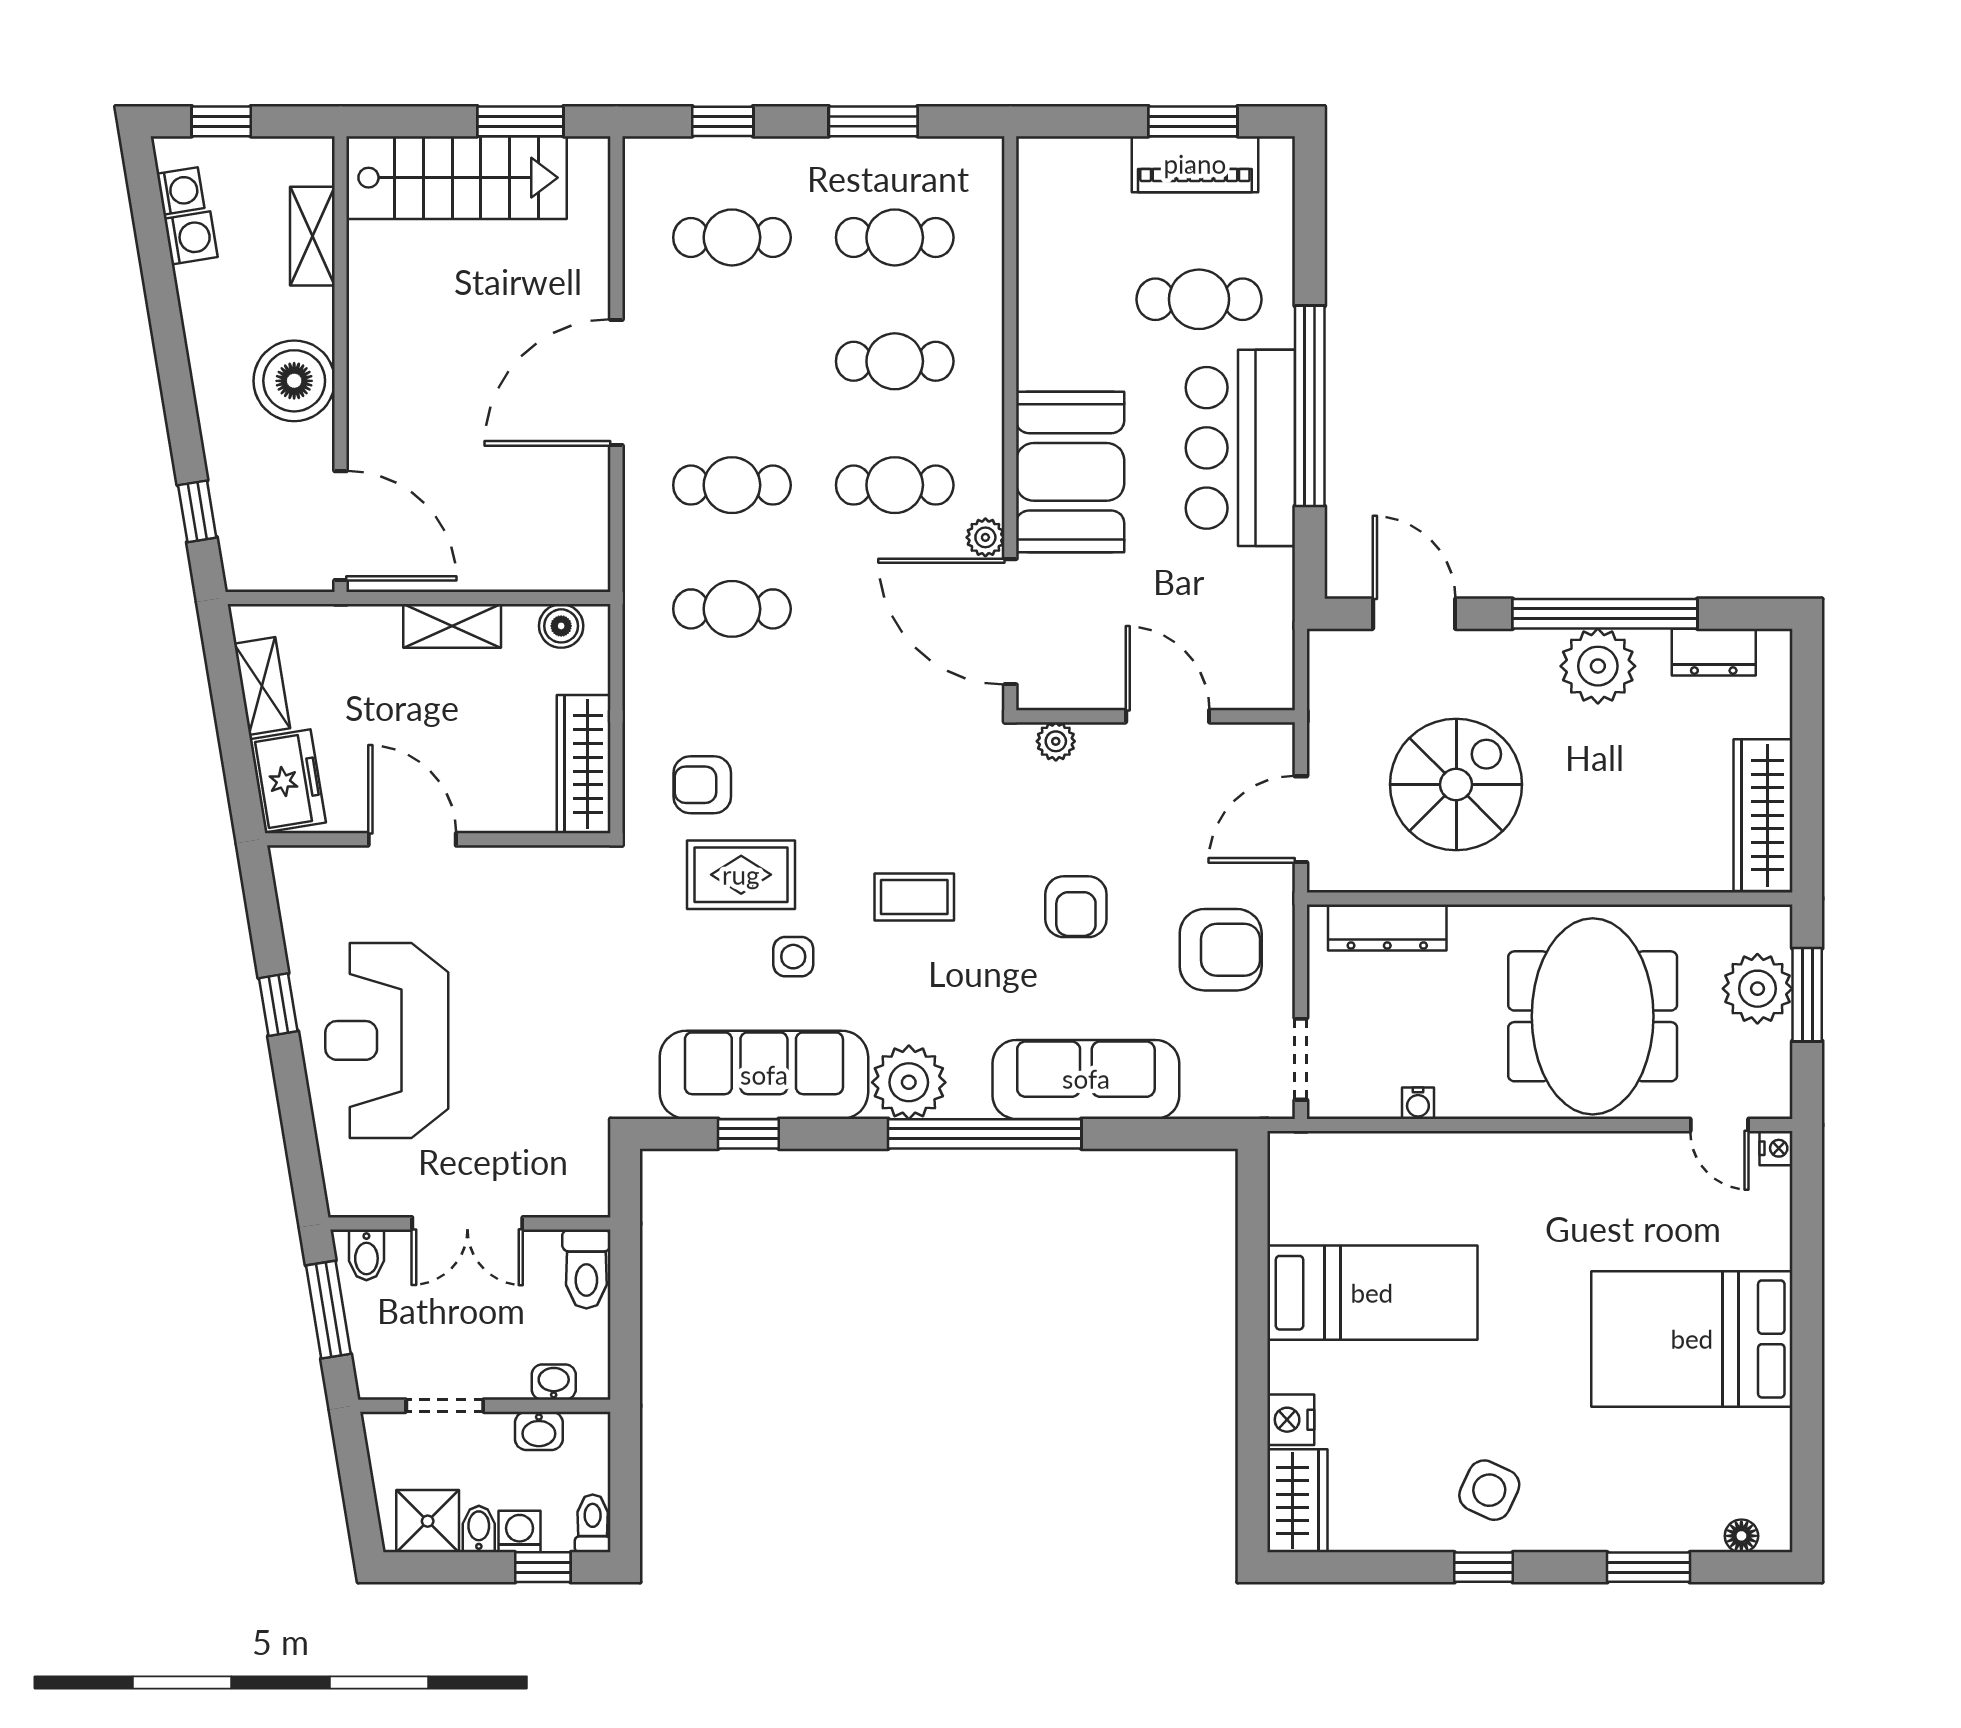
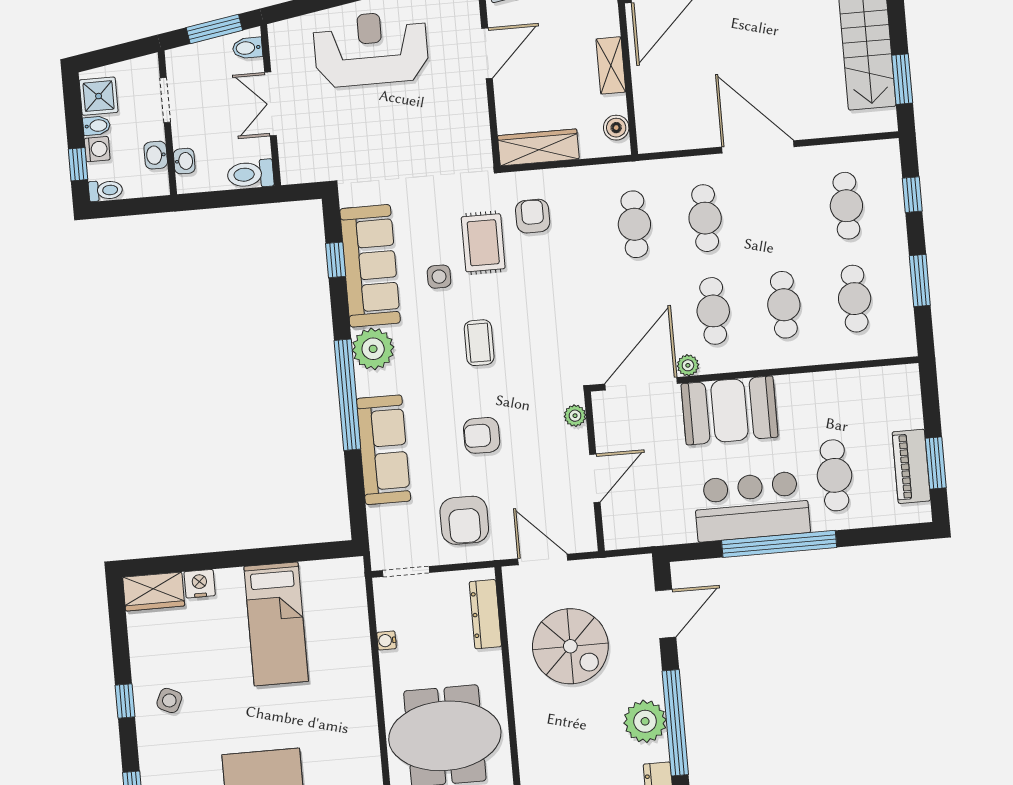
side table: (1489, 1490) -> (169, 700), width x0.73, depth x0.73

